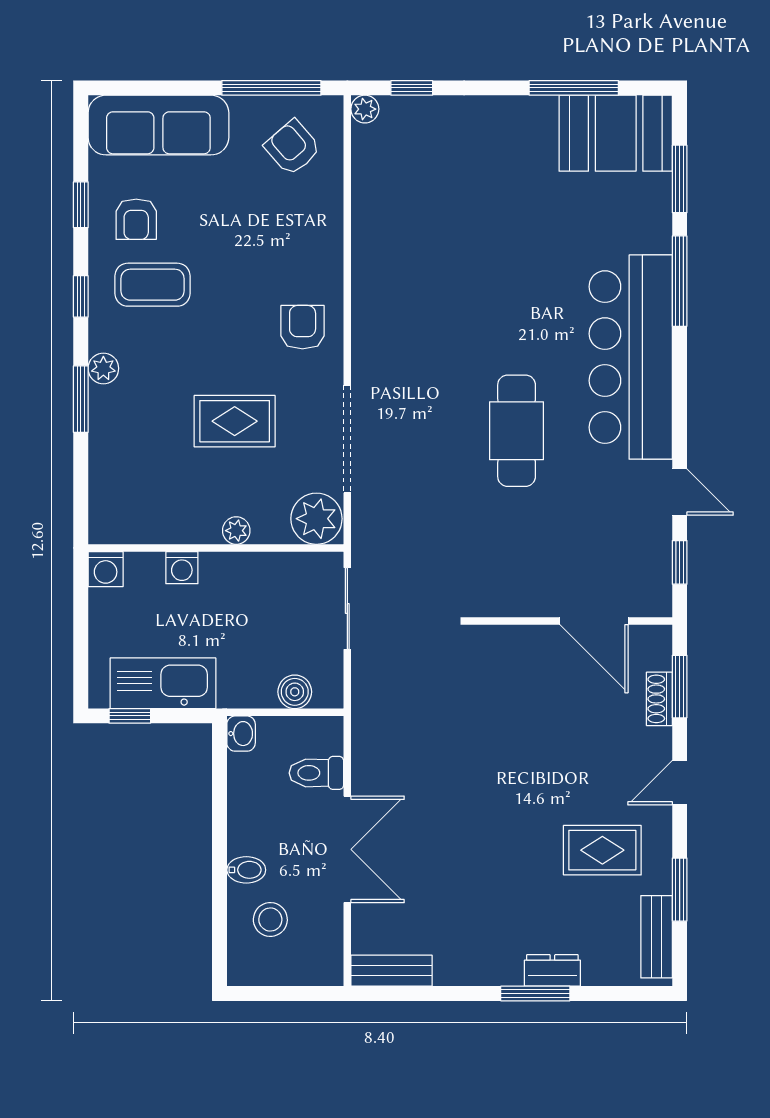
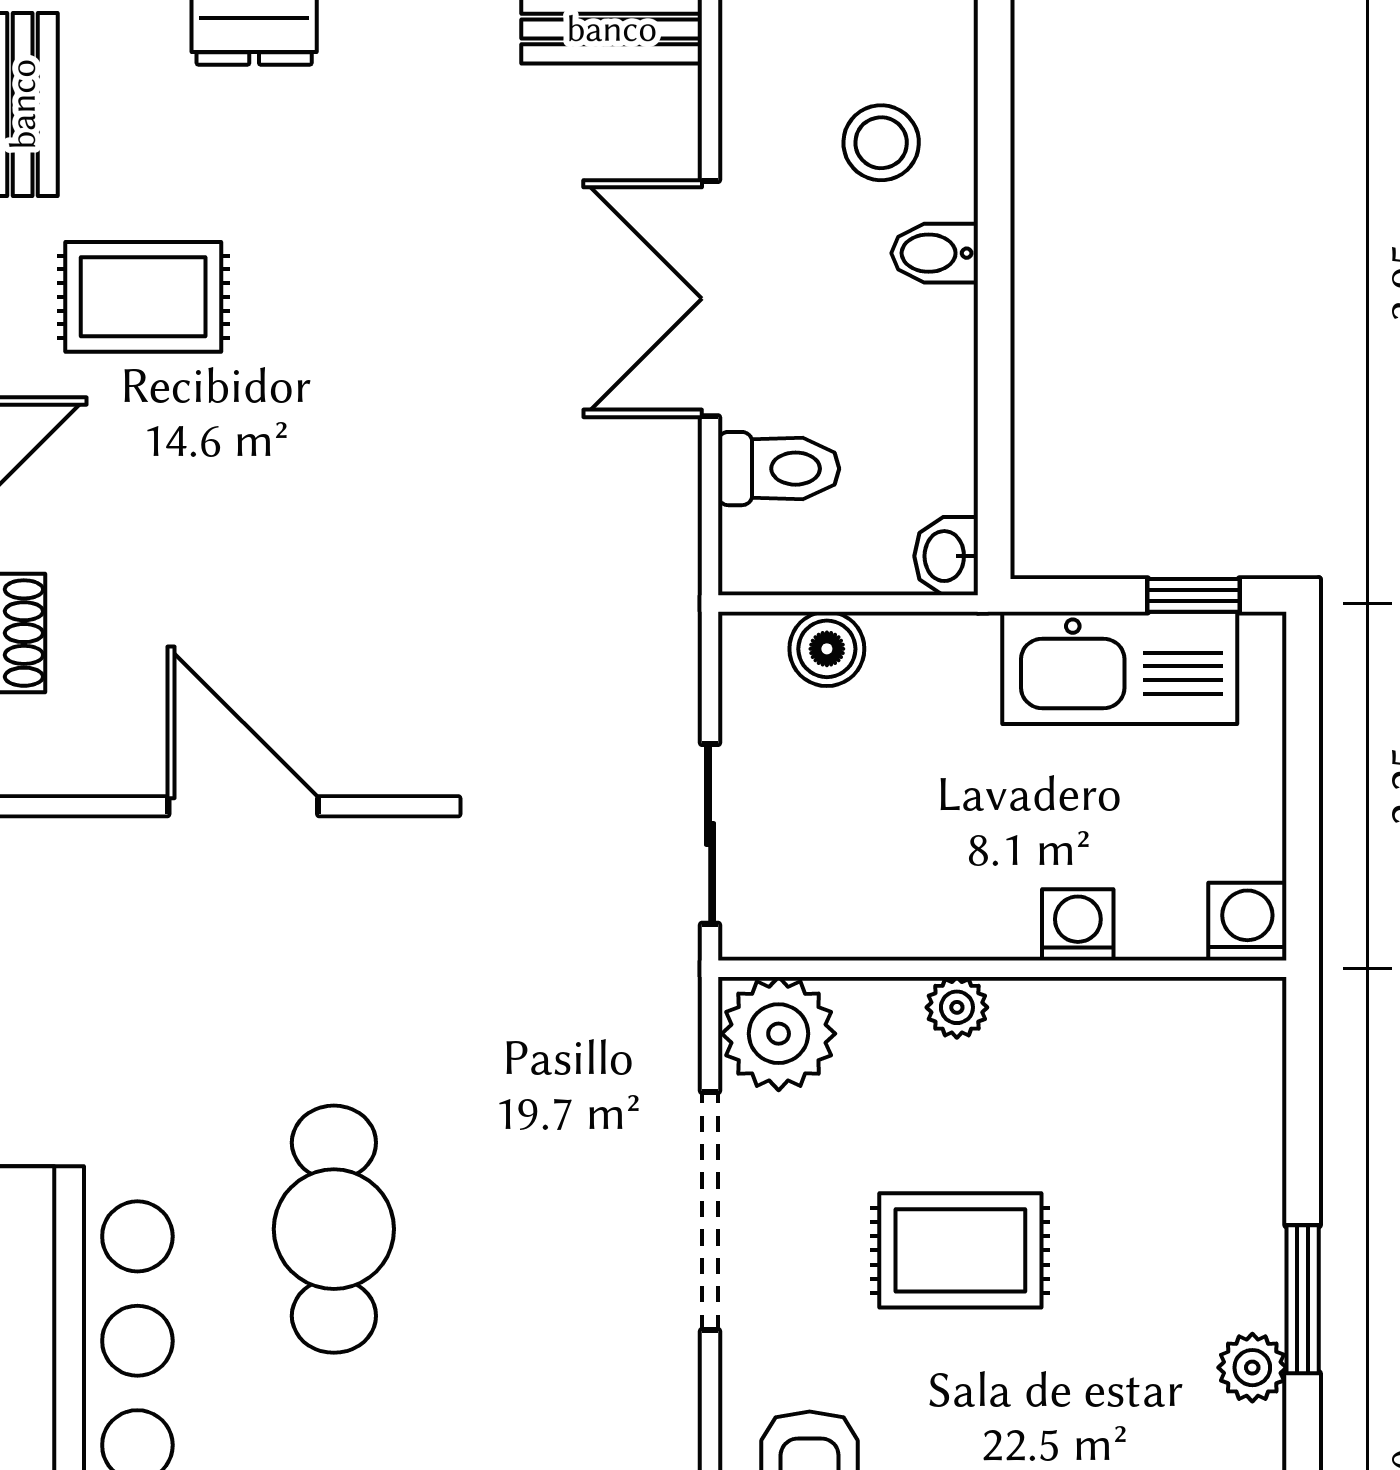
door: (594, 621) -> (243, 806), moved

